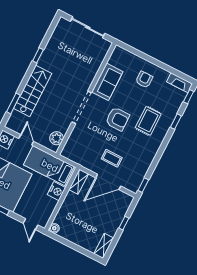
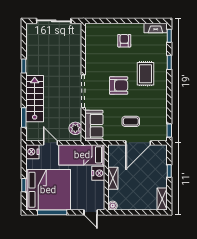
sofa: (107, 82) -> (94, 126), moved
shelving: (79, 182) -> (113, 178), moved

